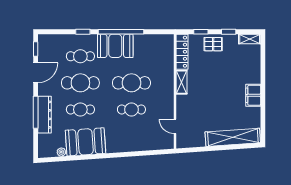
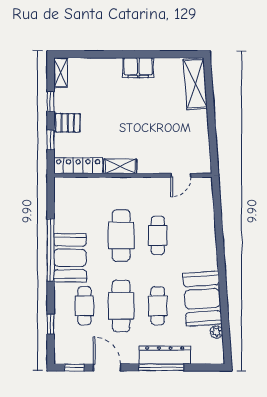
window: (83, 32) -> (51, 324), moved
pallet: (213, 44) -> (68, 123), turned 90
shelving: (233, 137) -> (195, 84), width x0.68

